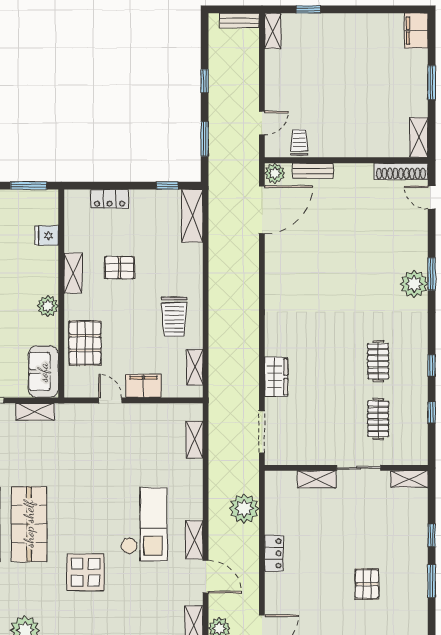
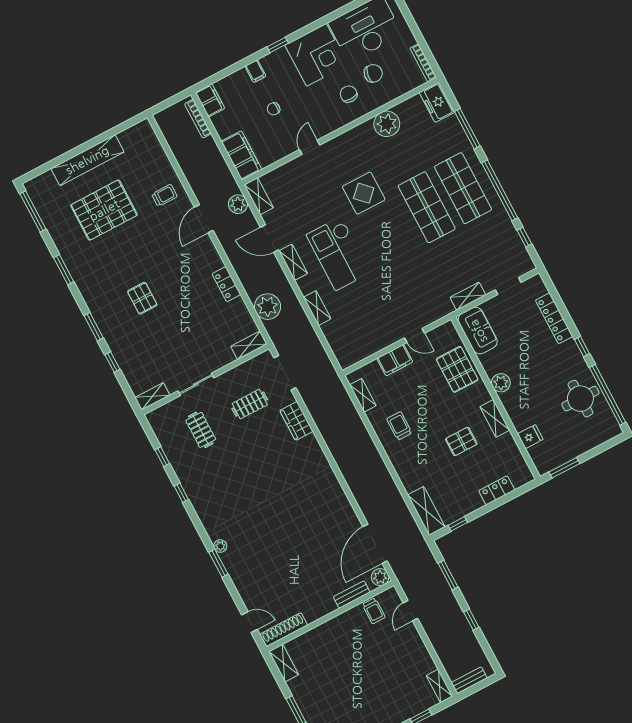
plant: (414, 284) -> (220, 546), width x0.53, depth x0.53
trolley: (174, 317) -> (399, 426), width x0.73, depth x0.72
clothes rail: (378, 361) -> (250, 404), moved, turned 90
shelving: (194, 440) -> (317, 308), moved
shelving: (316, 479) -> (249, 345), moved

